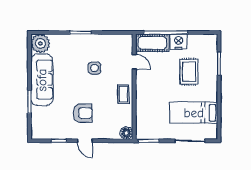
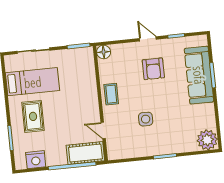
nightstand: (179, 42) -> (36, 160), moved
rug: (189, 72) -> (33, 116), moved
sofa: (42, 80) -> (199, 75), moved
armchair: (83, 113) -> (153, 69), turned -90

